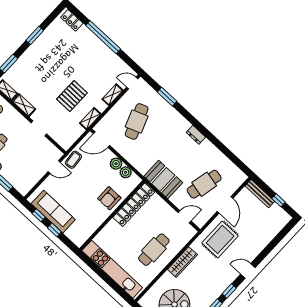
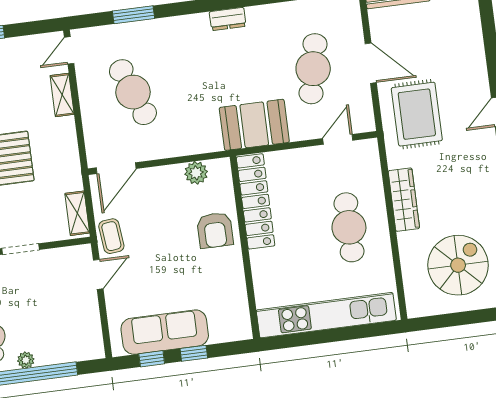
shelving: (90, 119) -> (77, 213), moved
plant: (116, 164) -> (171, 176), removed

